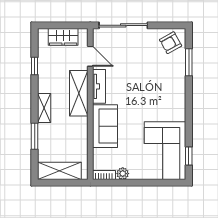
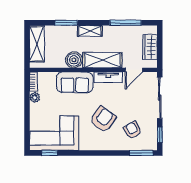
window: (167, 25) -> (160, 135), added
armchair: (171, 43) -> (133, 130), moved
window: (189, 62) -> (141, 153), moved
window: (35, 66) -> (125, 23), width x2.17
armchair: (149, 93) -> (103, 119), added
boiler: (78, 127) -> (74, 60), added

